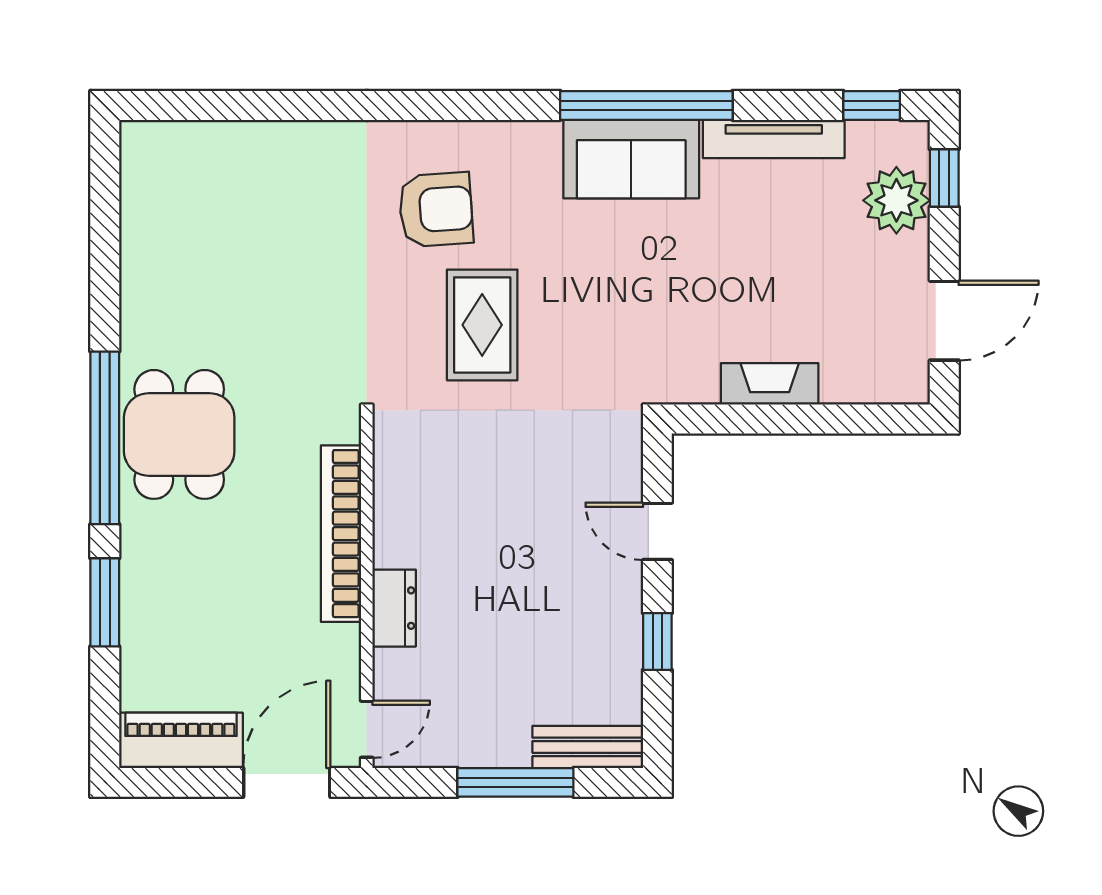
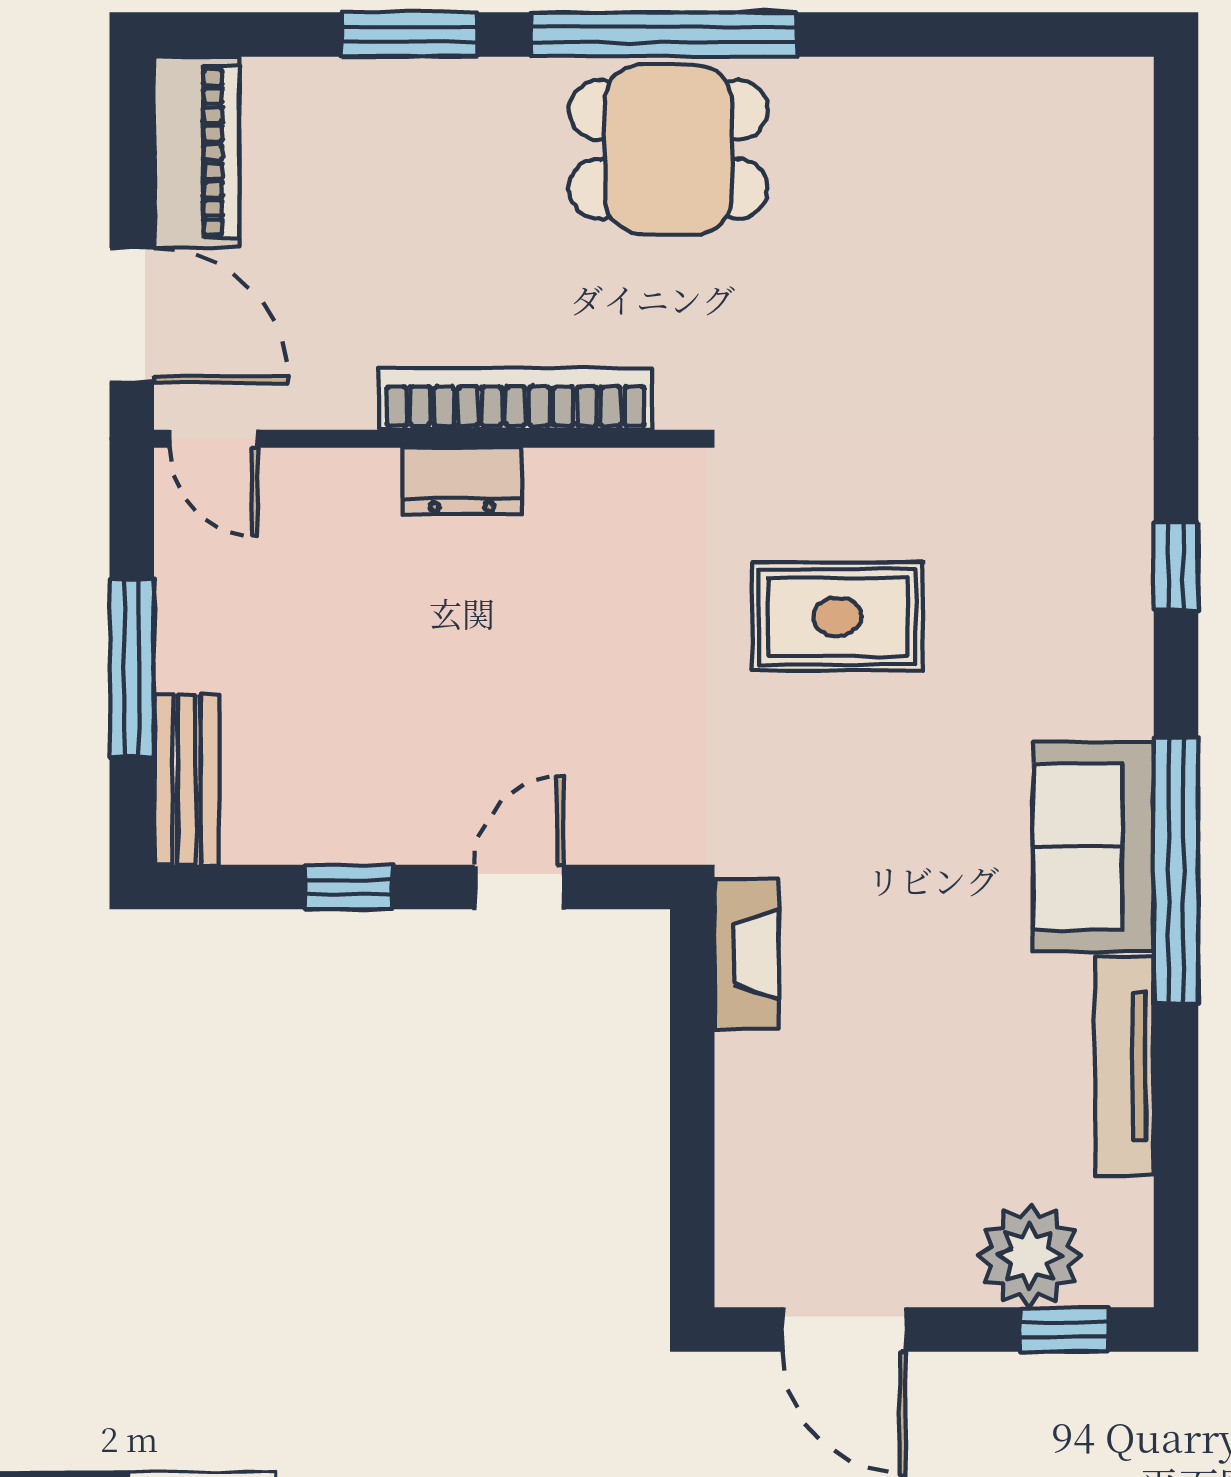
window: (872, 105) -> (1176, 566), moved
armchair: (436, 210) -> (1015, 545), removed
fireplace: (770, 384) -> (747, 954), moved
dresser: (394, 608) -> (462, 481), moved

